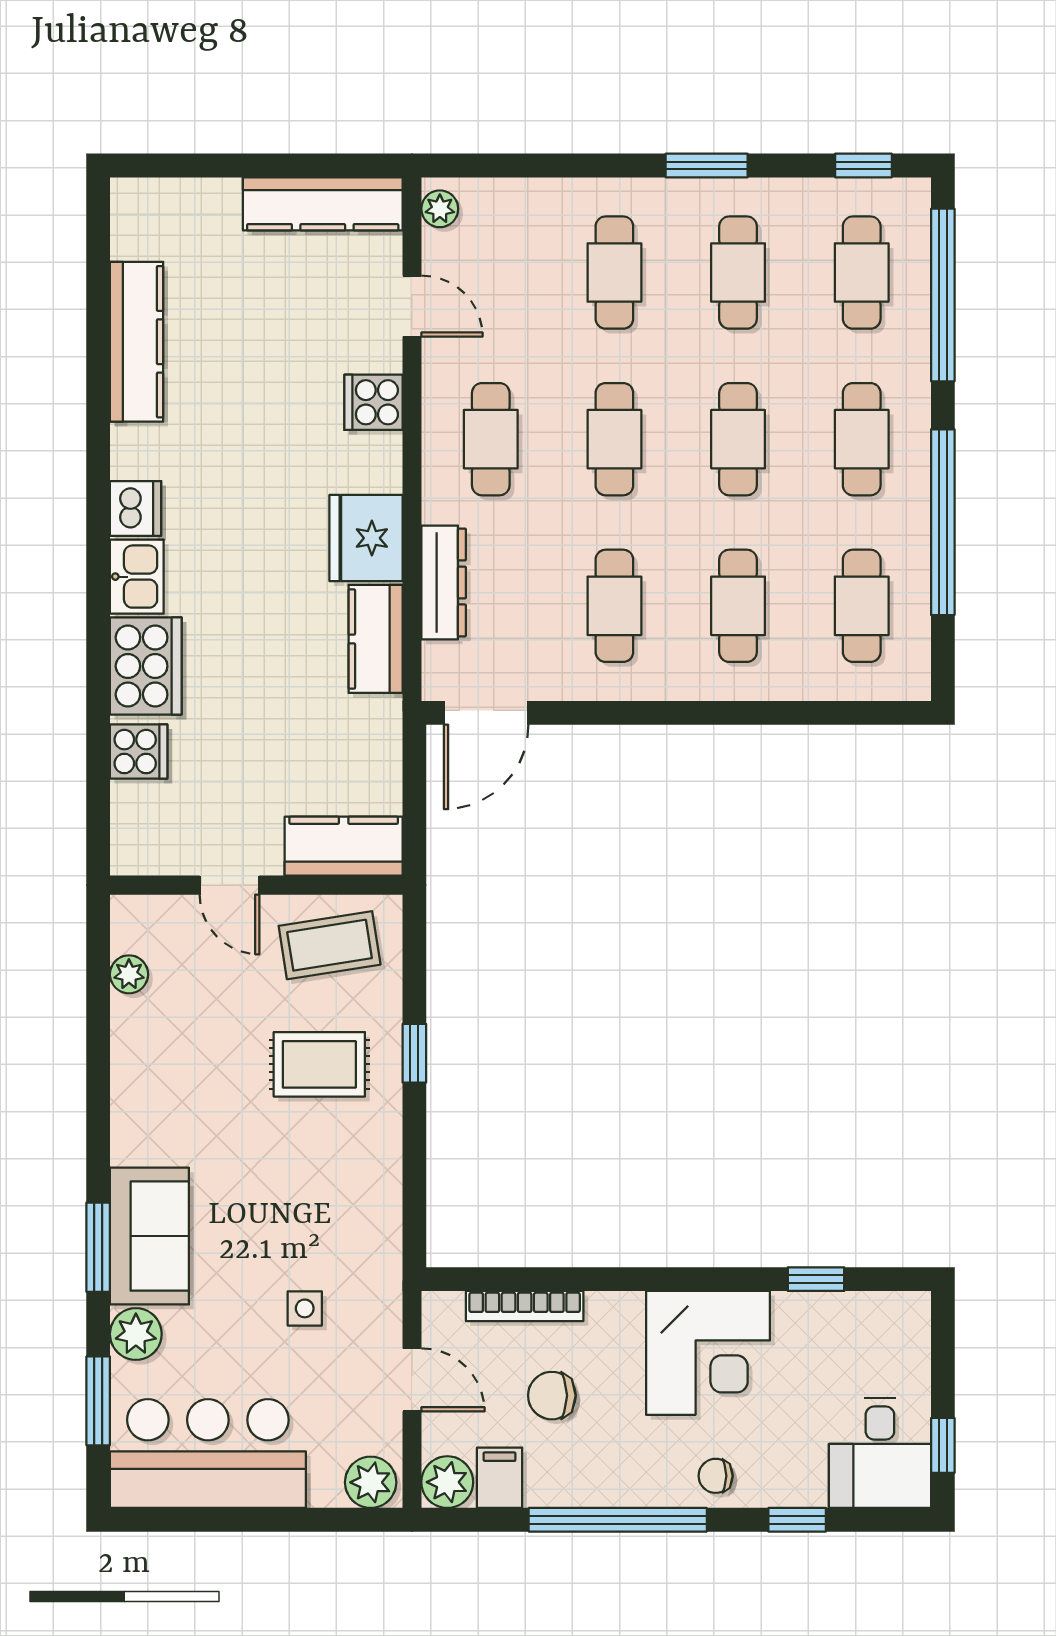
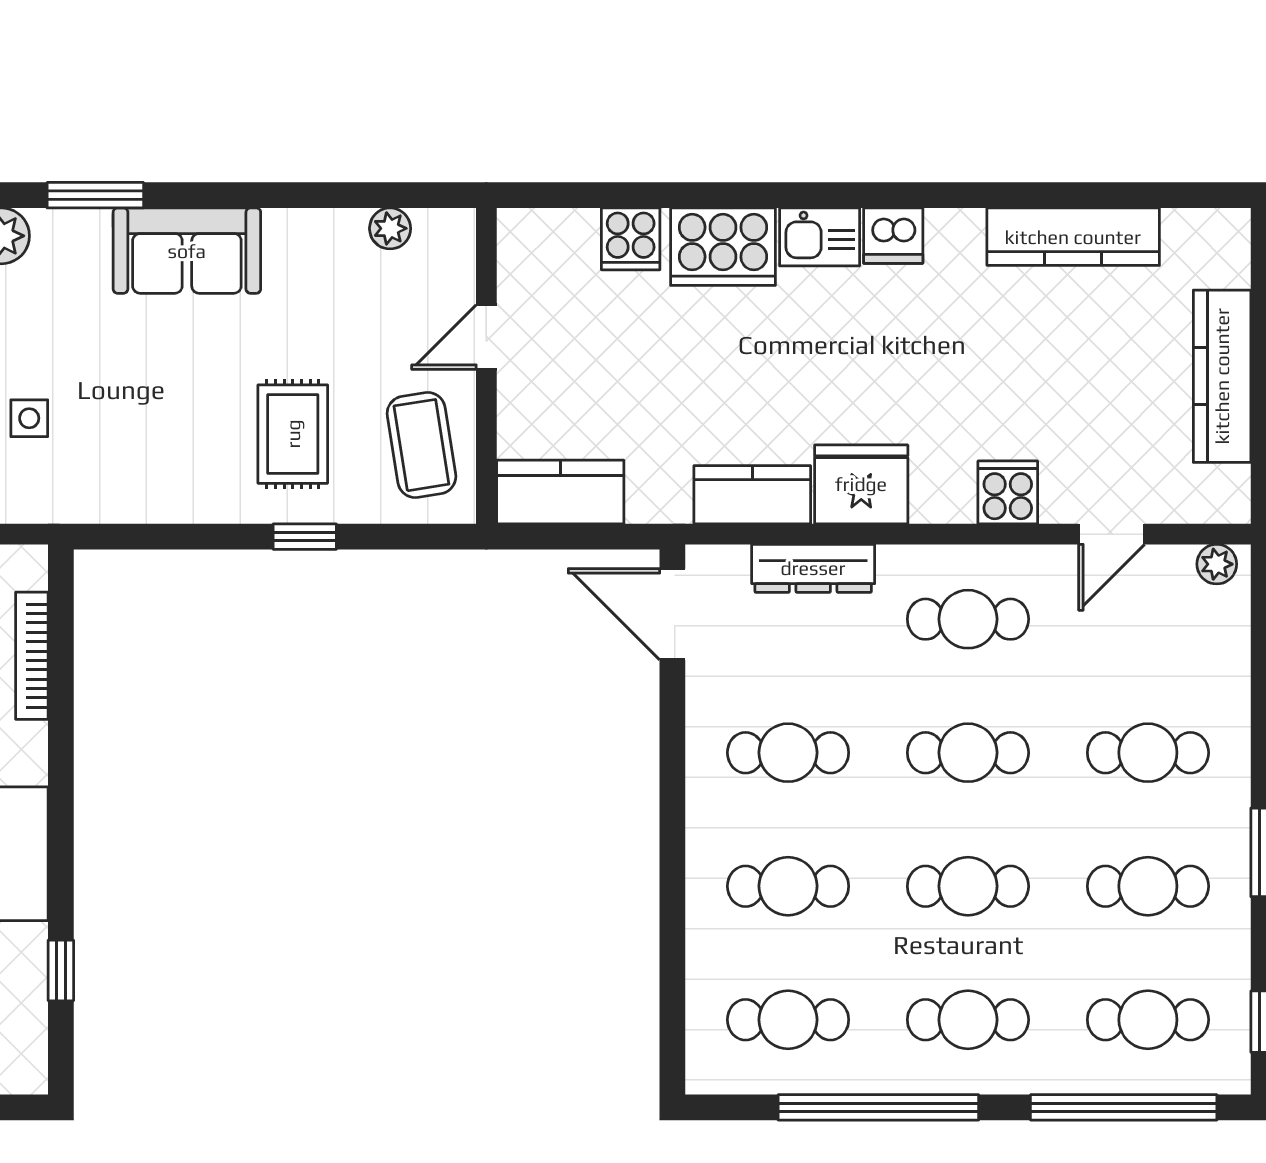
kitchen counter: (323, 204) -> (1222, 376), moved
kitchen counter: (344, 846) -> (560, 492), moved, turned -90
sofa: (149, 1236) -> (187, 251), moved

